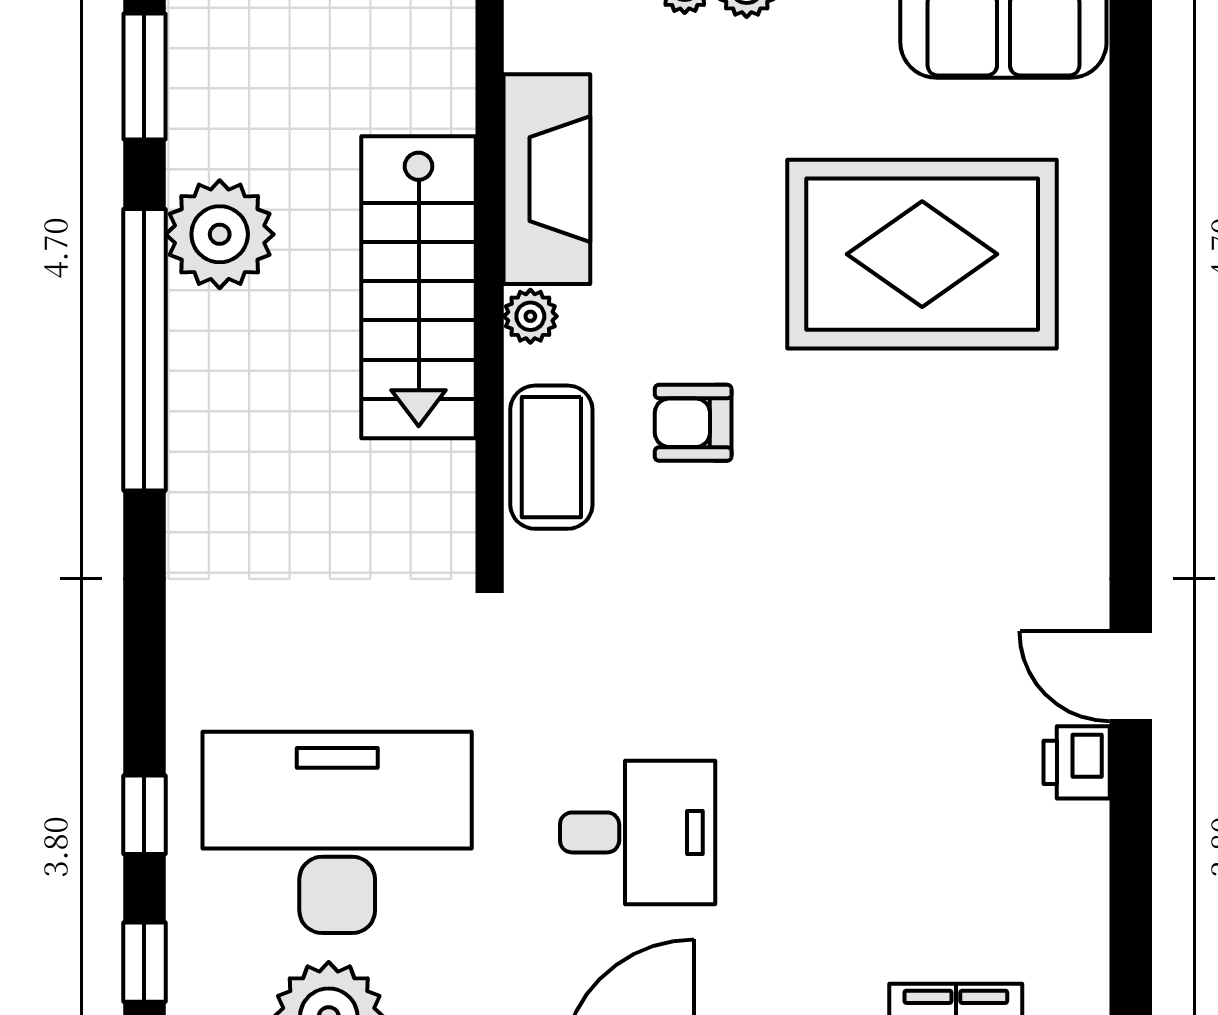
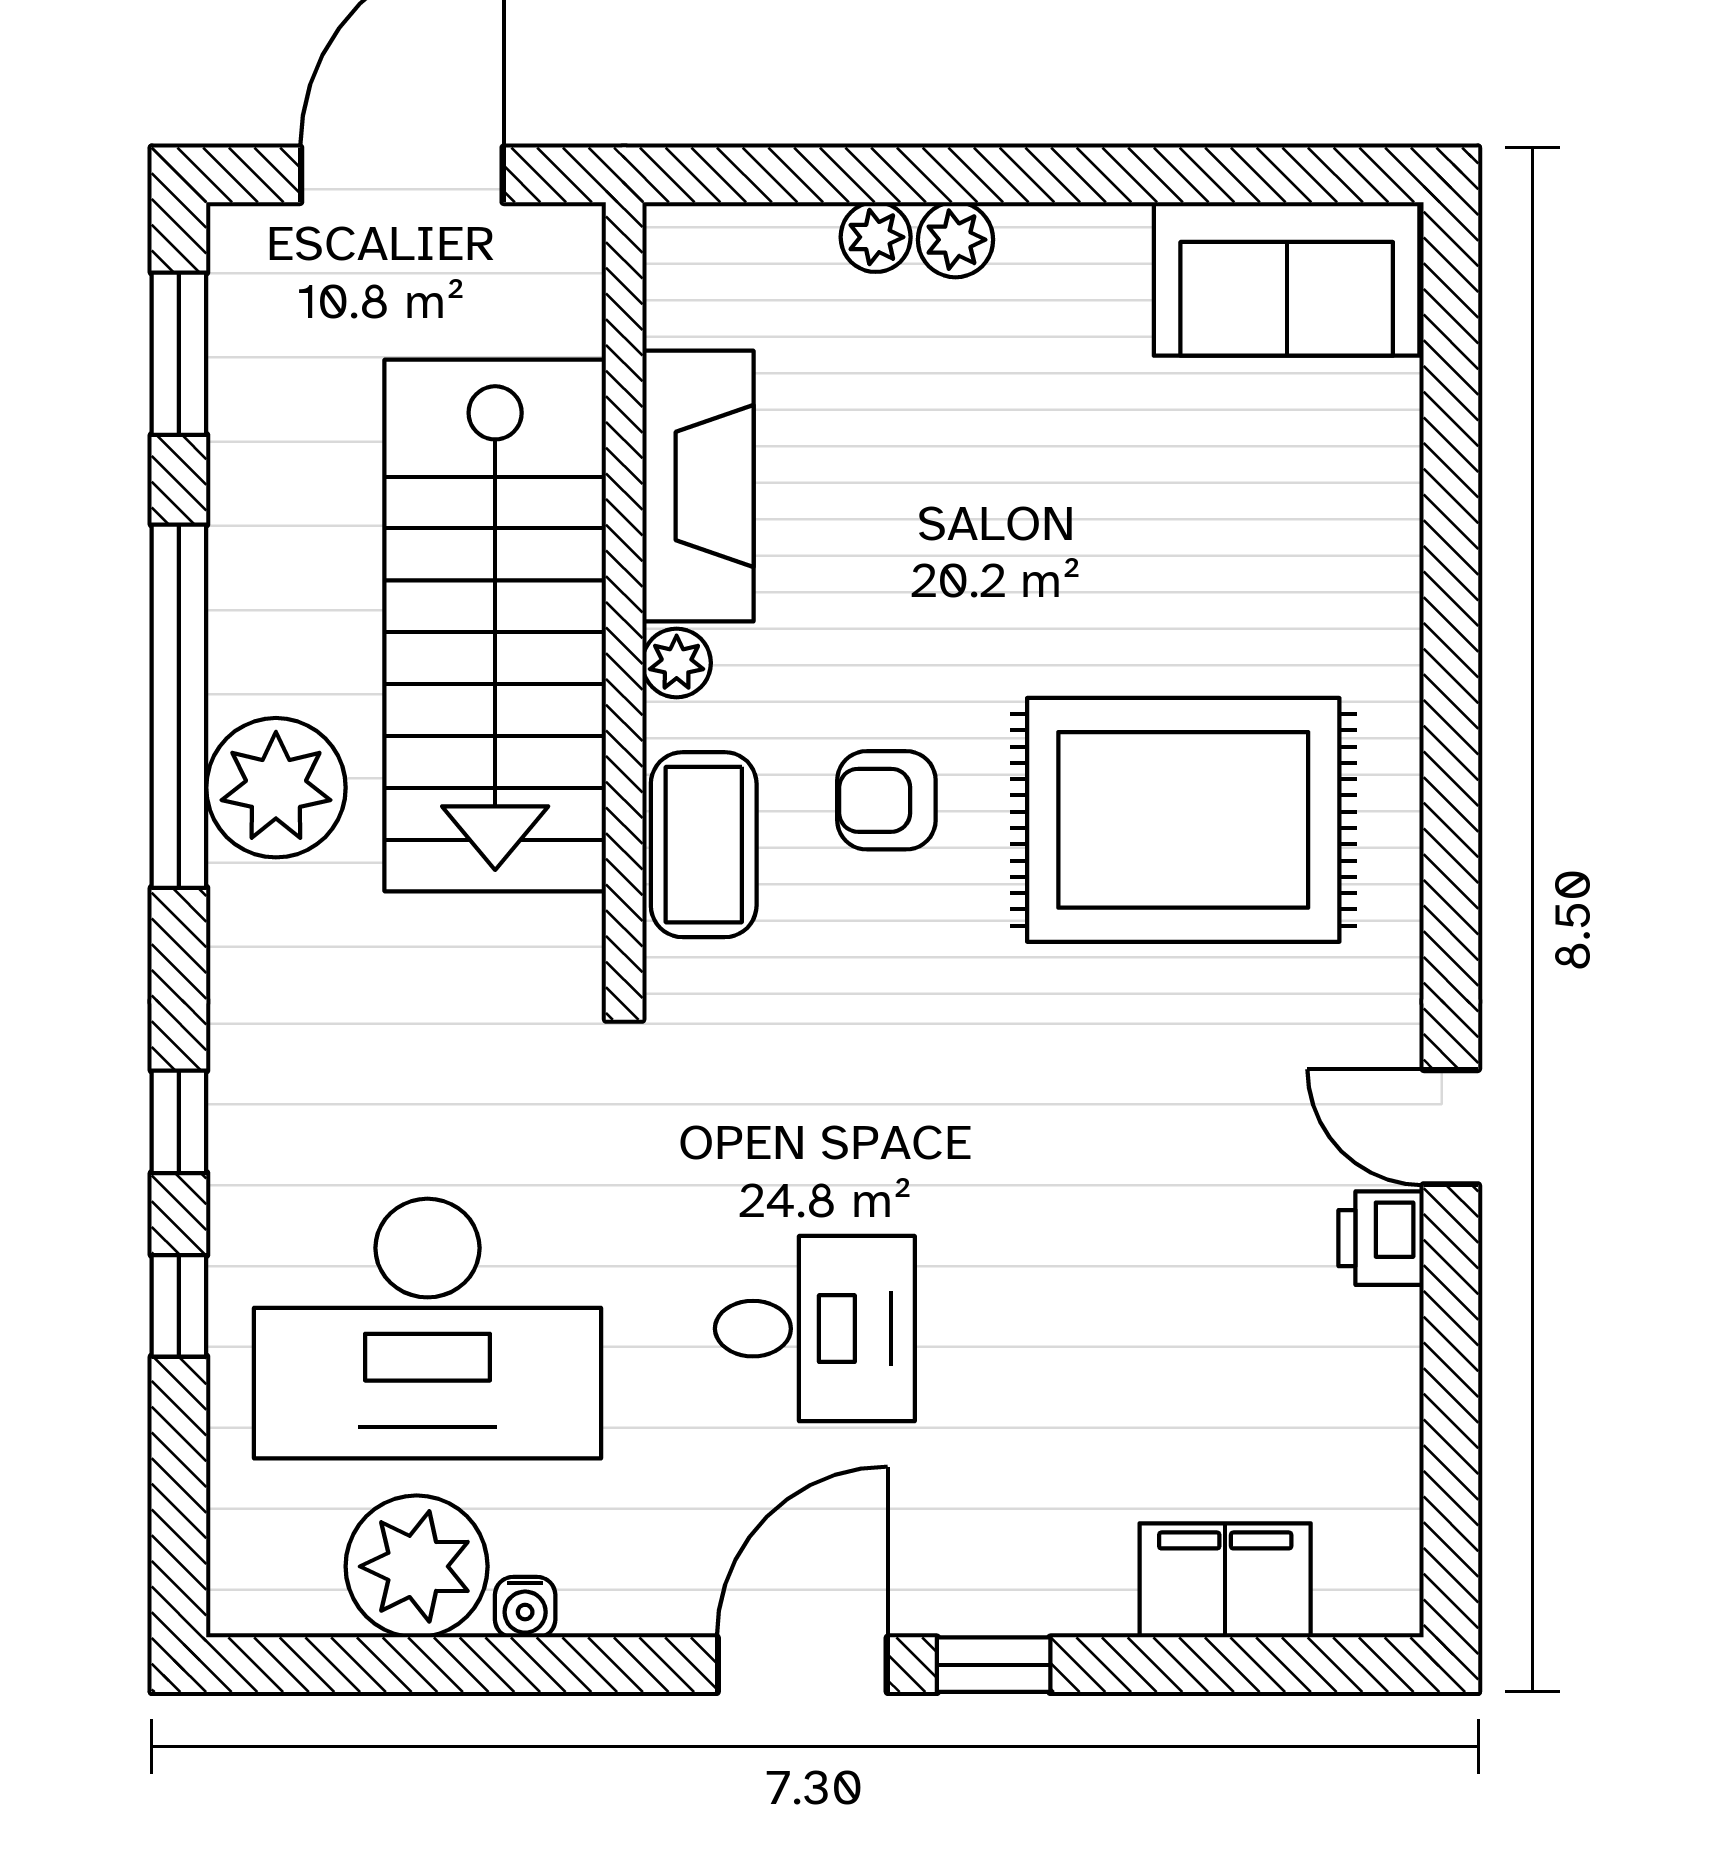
plant: (220, 234) -> (276, 788), moved
rug: (922, 254) -> (1183, 820), moved
stairs: (419, 287) -> (495, 625), width x1.36, depth x1.51
desk: (337, 832) -> (427, 1329), turned 180
window: (144, 962) -> (179, 1122), moved

